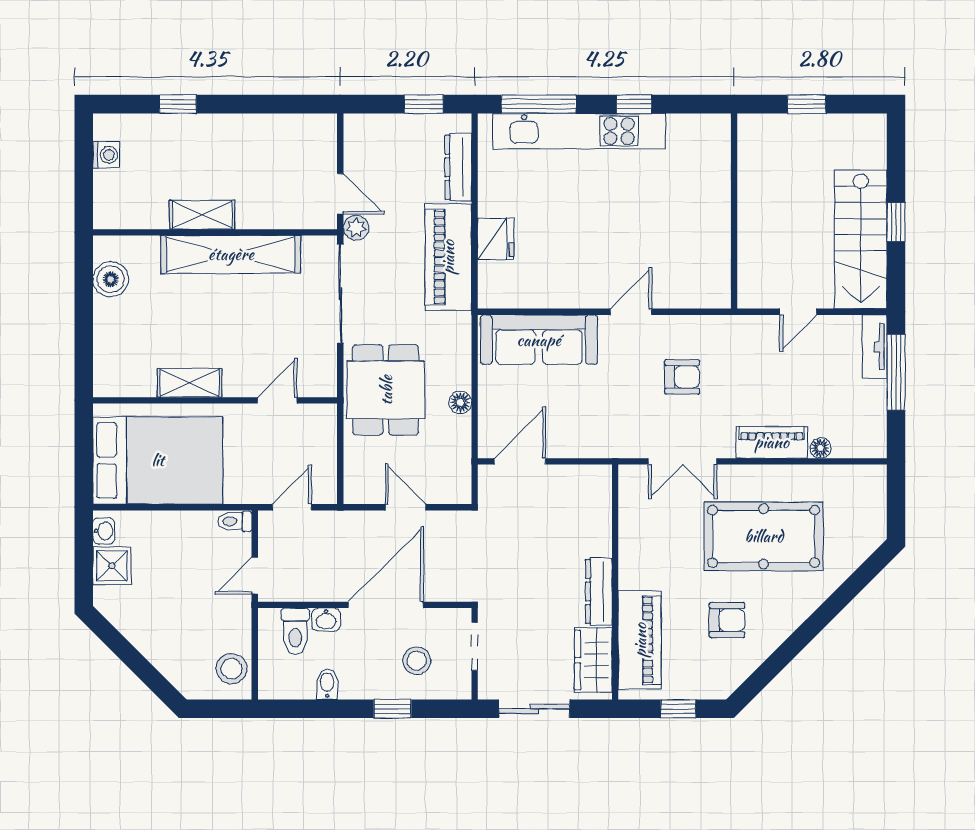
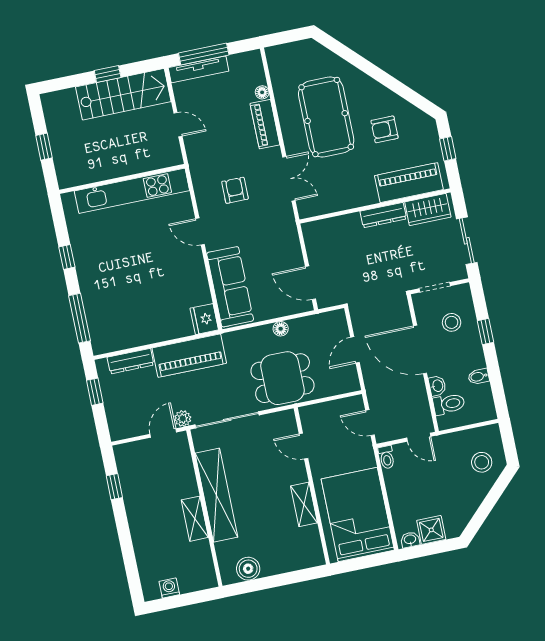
window: (178, 104) -> (114, 487), moved
kitchen unit: (579, 131) -> (132, 191), moved, turned 90
fridge: (496, 239) -> (204, 319), moved, turned -90
tv unit: (875, 347) -> (199, 69), width x1.41
armchair: (727, 620) -> (385, 129), turned -90
stool: (232, 669) -> (482, 462), moved

